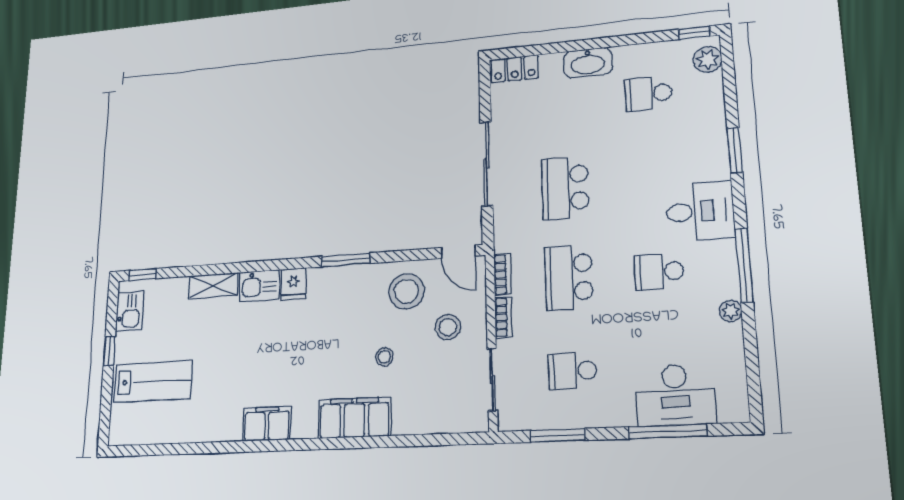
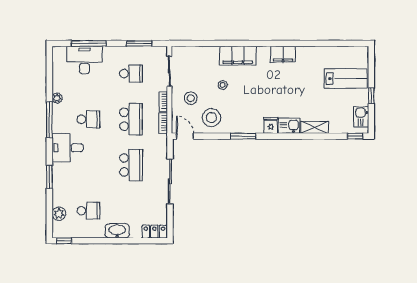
plant: (707, 59) -> (59, 214), moved
lab bench: (153, 381) -> (346, 79), turned 180

